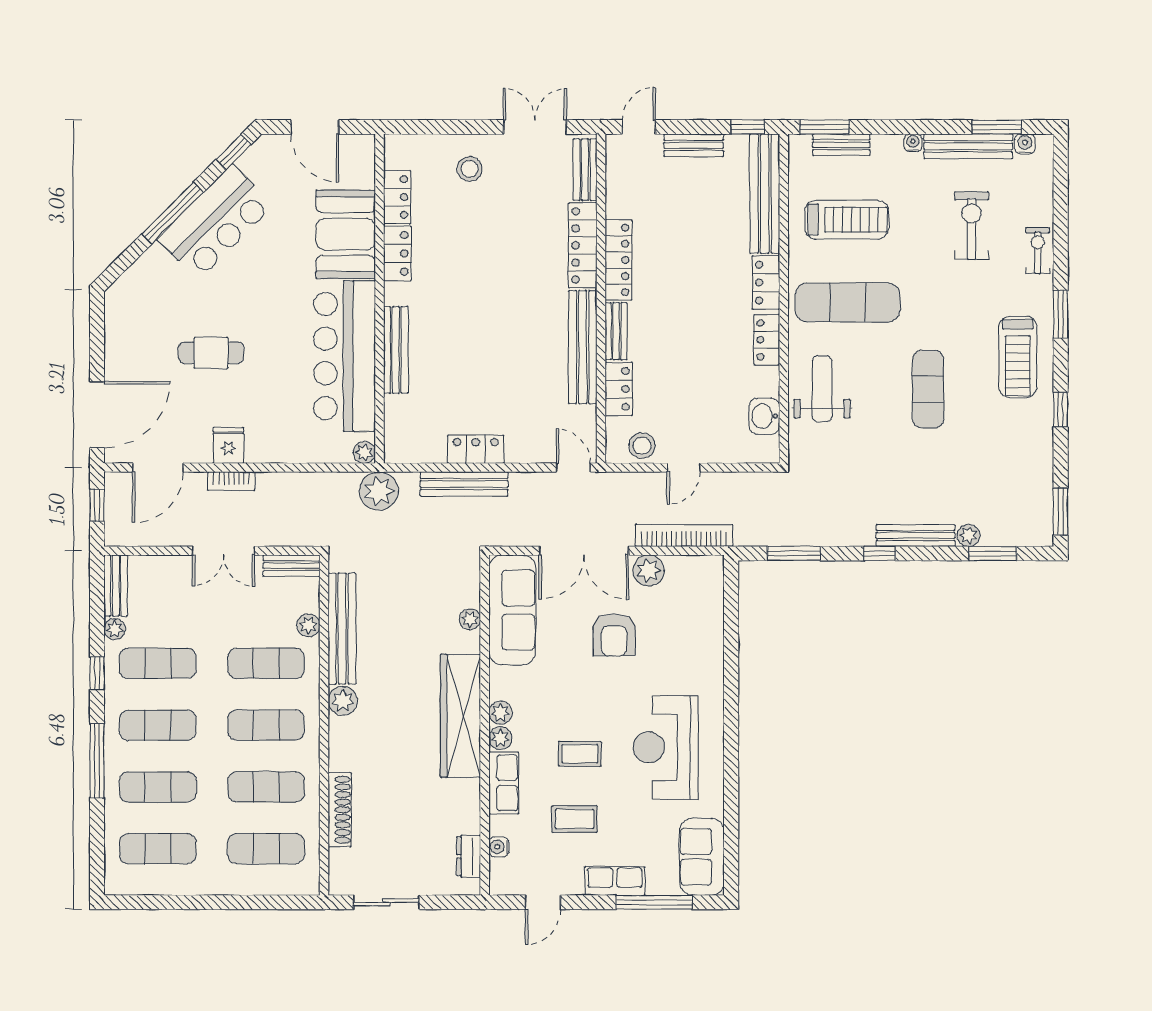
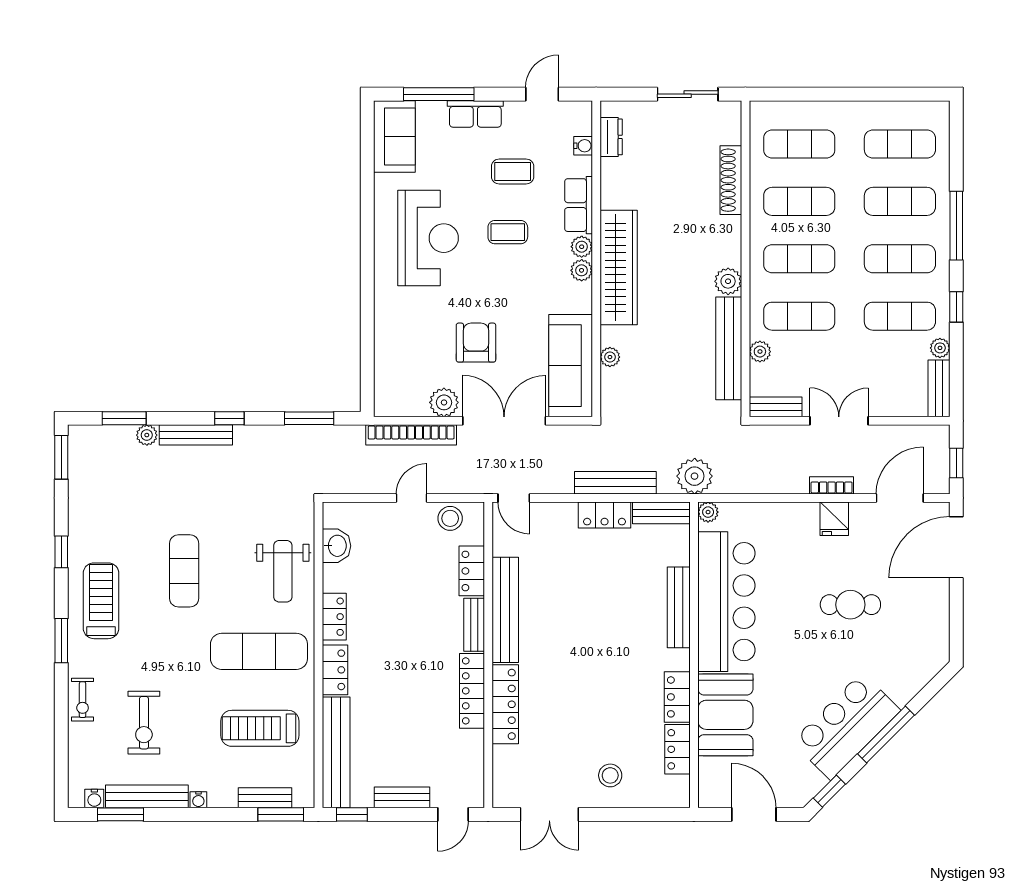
bench: (585, 170) -> (661, 513), moved, turned 90

